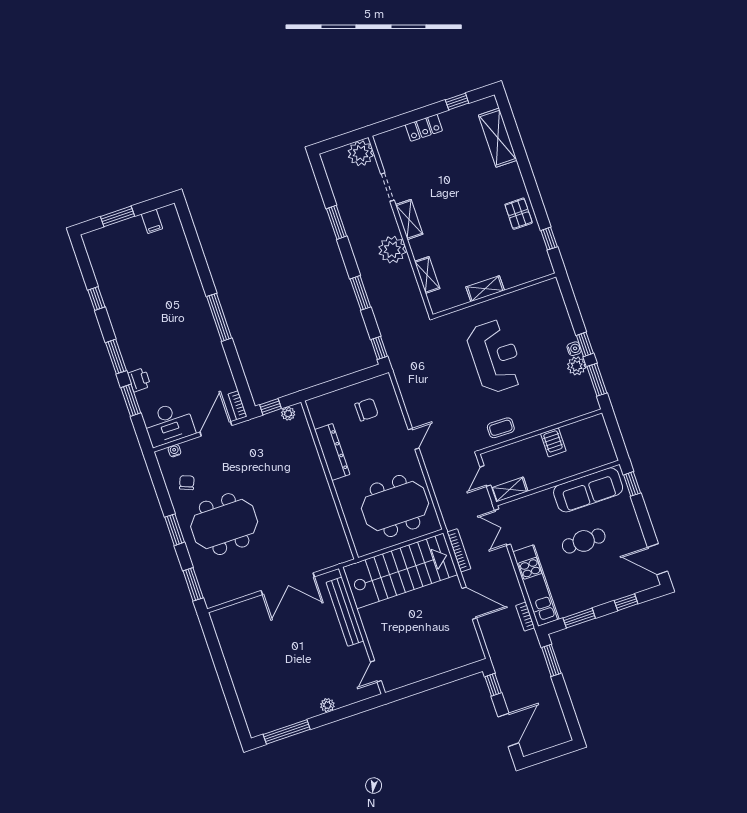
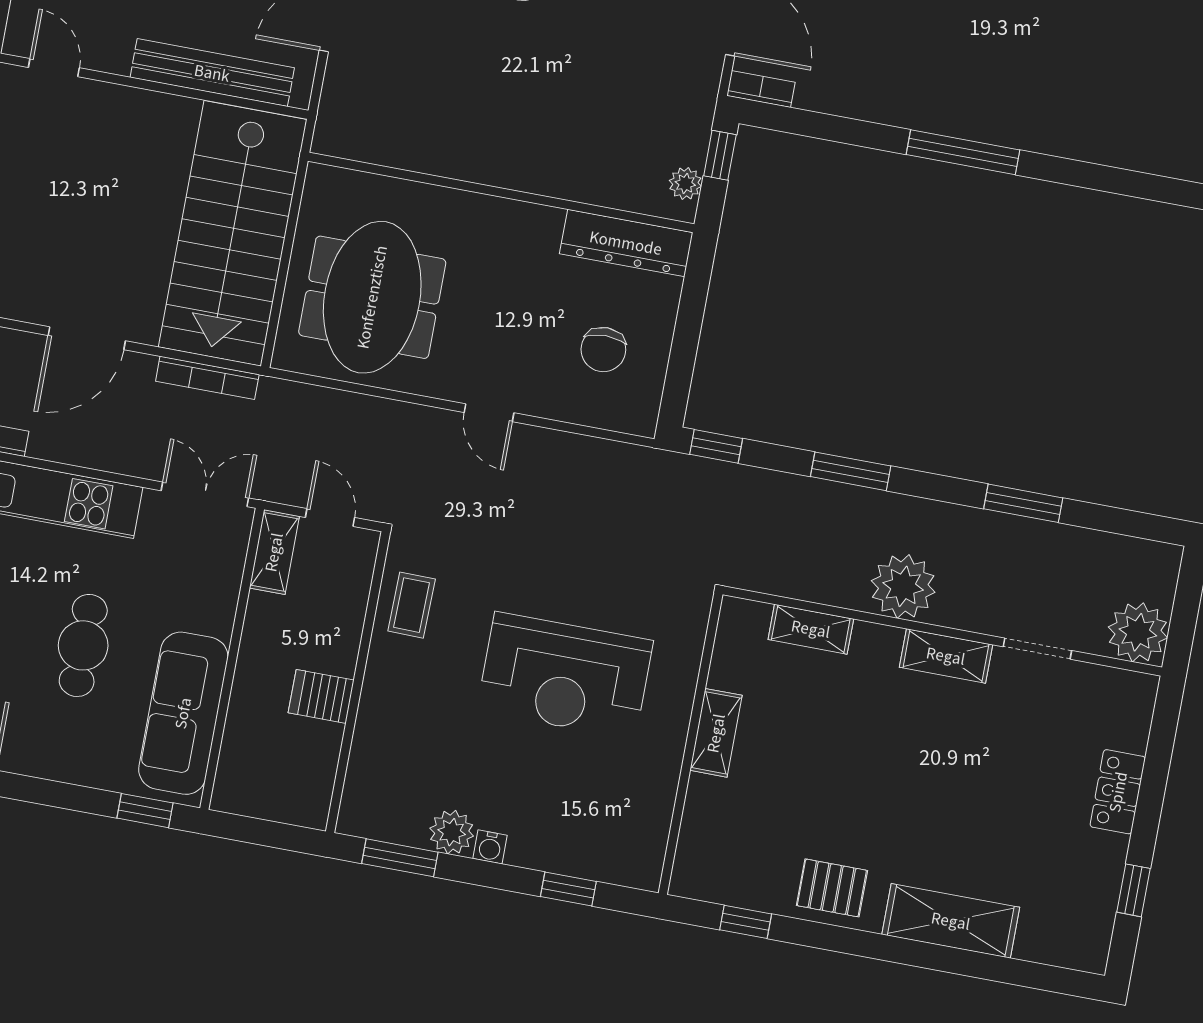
shelving: (498, 138) -> (951, 921), moved
window: (585, 344) -> (568, 889), moved
dresser: (332, 452) -> (626, 243), moved

